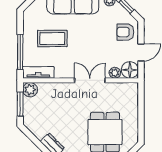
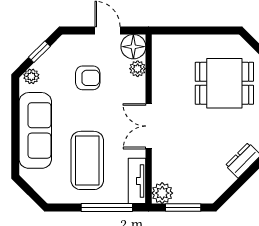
armchair: (125, 32) -> (88, 78), moved, turned -90
coffee table: (52, 39) -> (87, 160), width x1.36, depth x1.32
double door: (90, 80) -> (149, 126), moved

